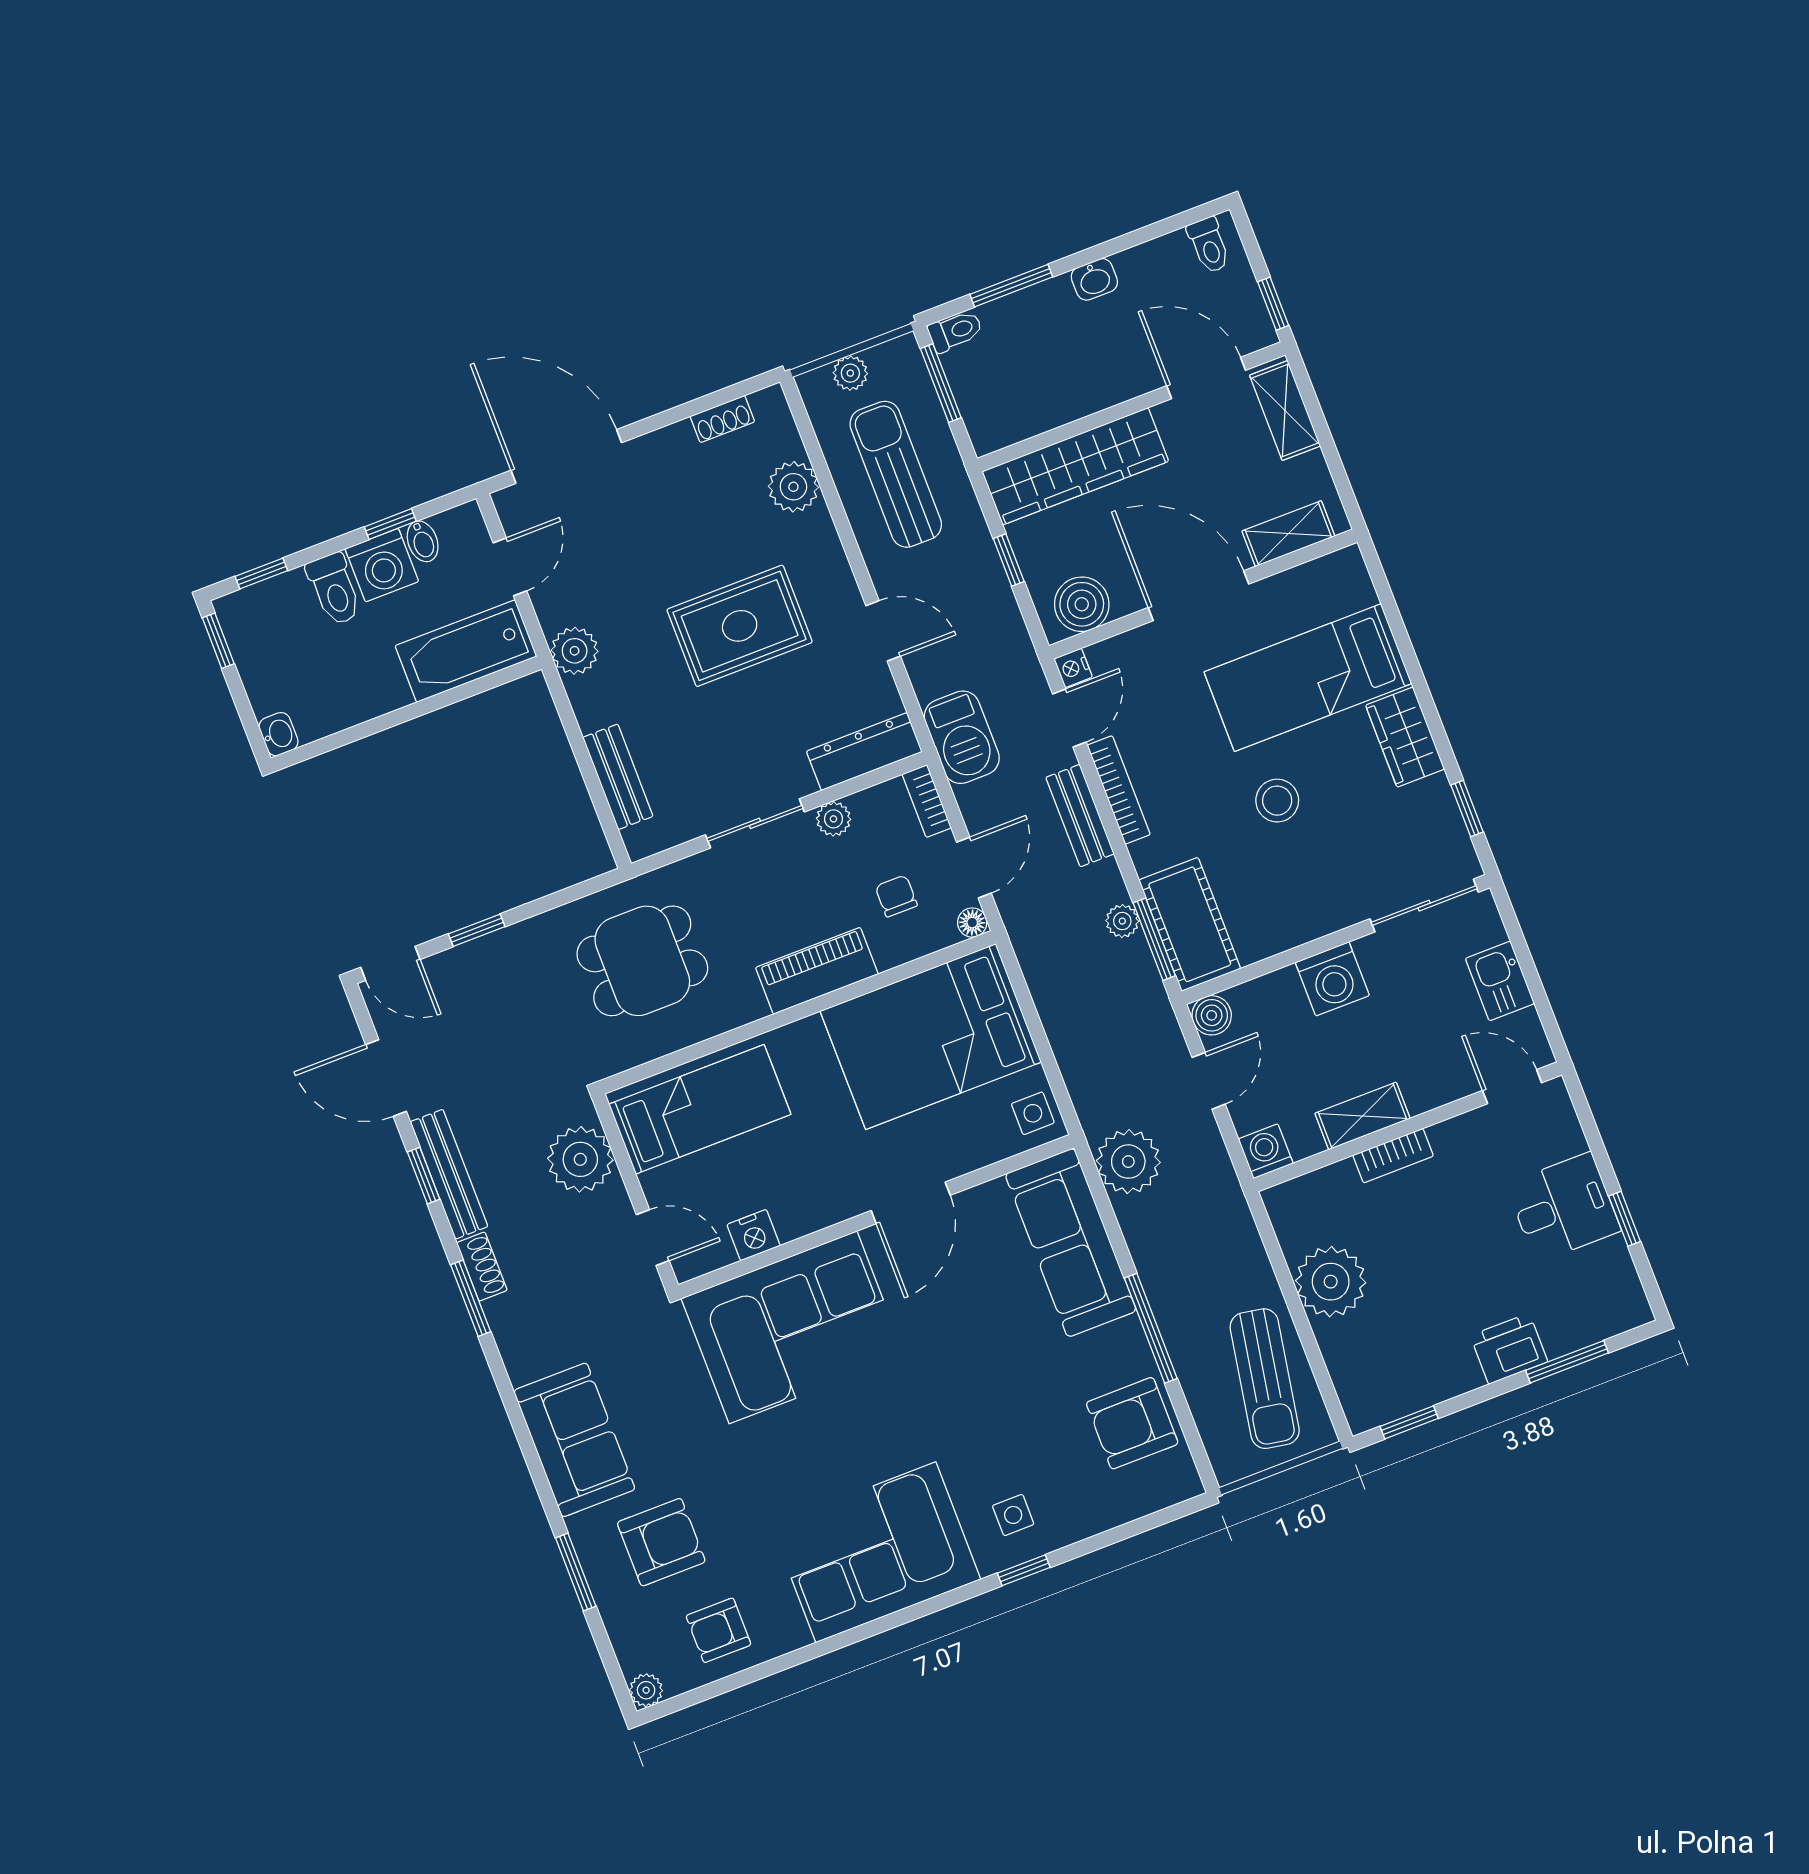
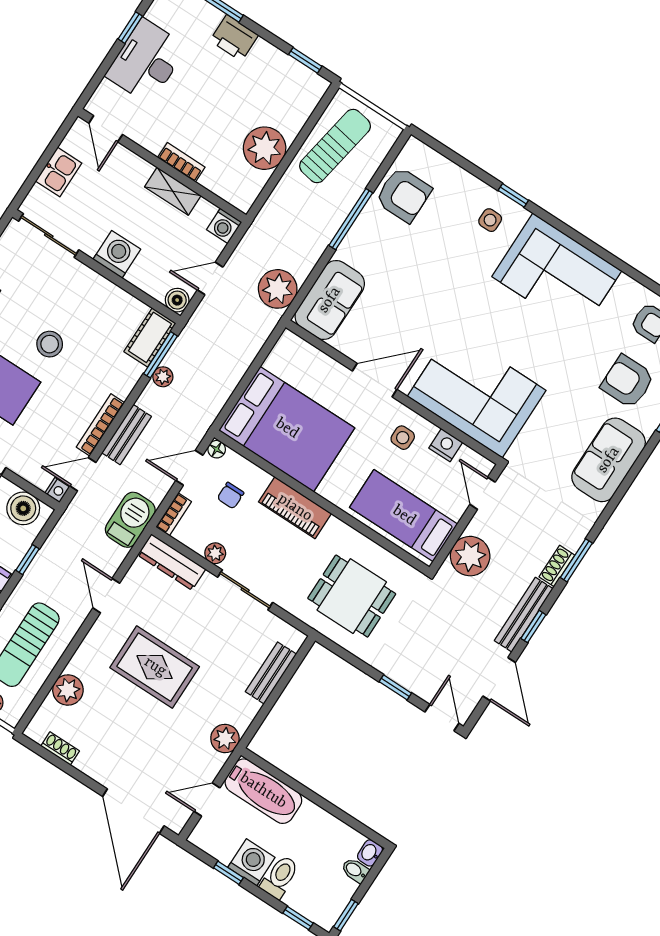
bidet: (423, 541) -> (355, 870), moved, turned -90
cot: (1190, 924) -> (150, 337), width x0.73, depth x0.75
side table: (1033, 1113) -> (403, 438), moved
desk: (1563, 1207) -> (146, 61), width x1.37
sofa: (1071, 1243) -> (330, 300), width x0.73

